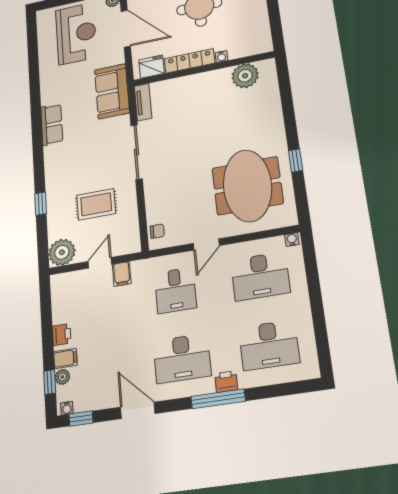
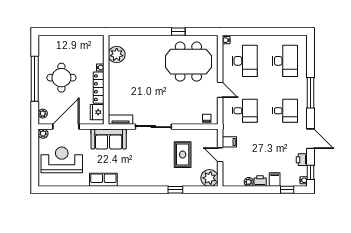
row of seats: (52, 124) -> (103, 180), moved
desk: (182, 358) -> (285, 111), width x0.73
plant: (62, 377) -> (249, 182), moved
printer: (226, 382) -> (302, 160), moved
door: (138, 410) -> (311, 139), swing flipped

